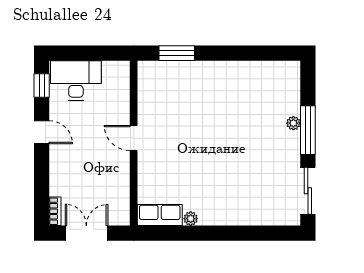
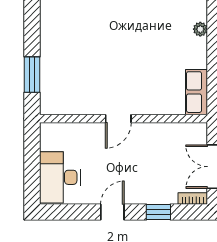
window: (42, 86) -> (158, 212), moved
plant: (191, 219) -> (200, 29), moved

